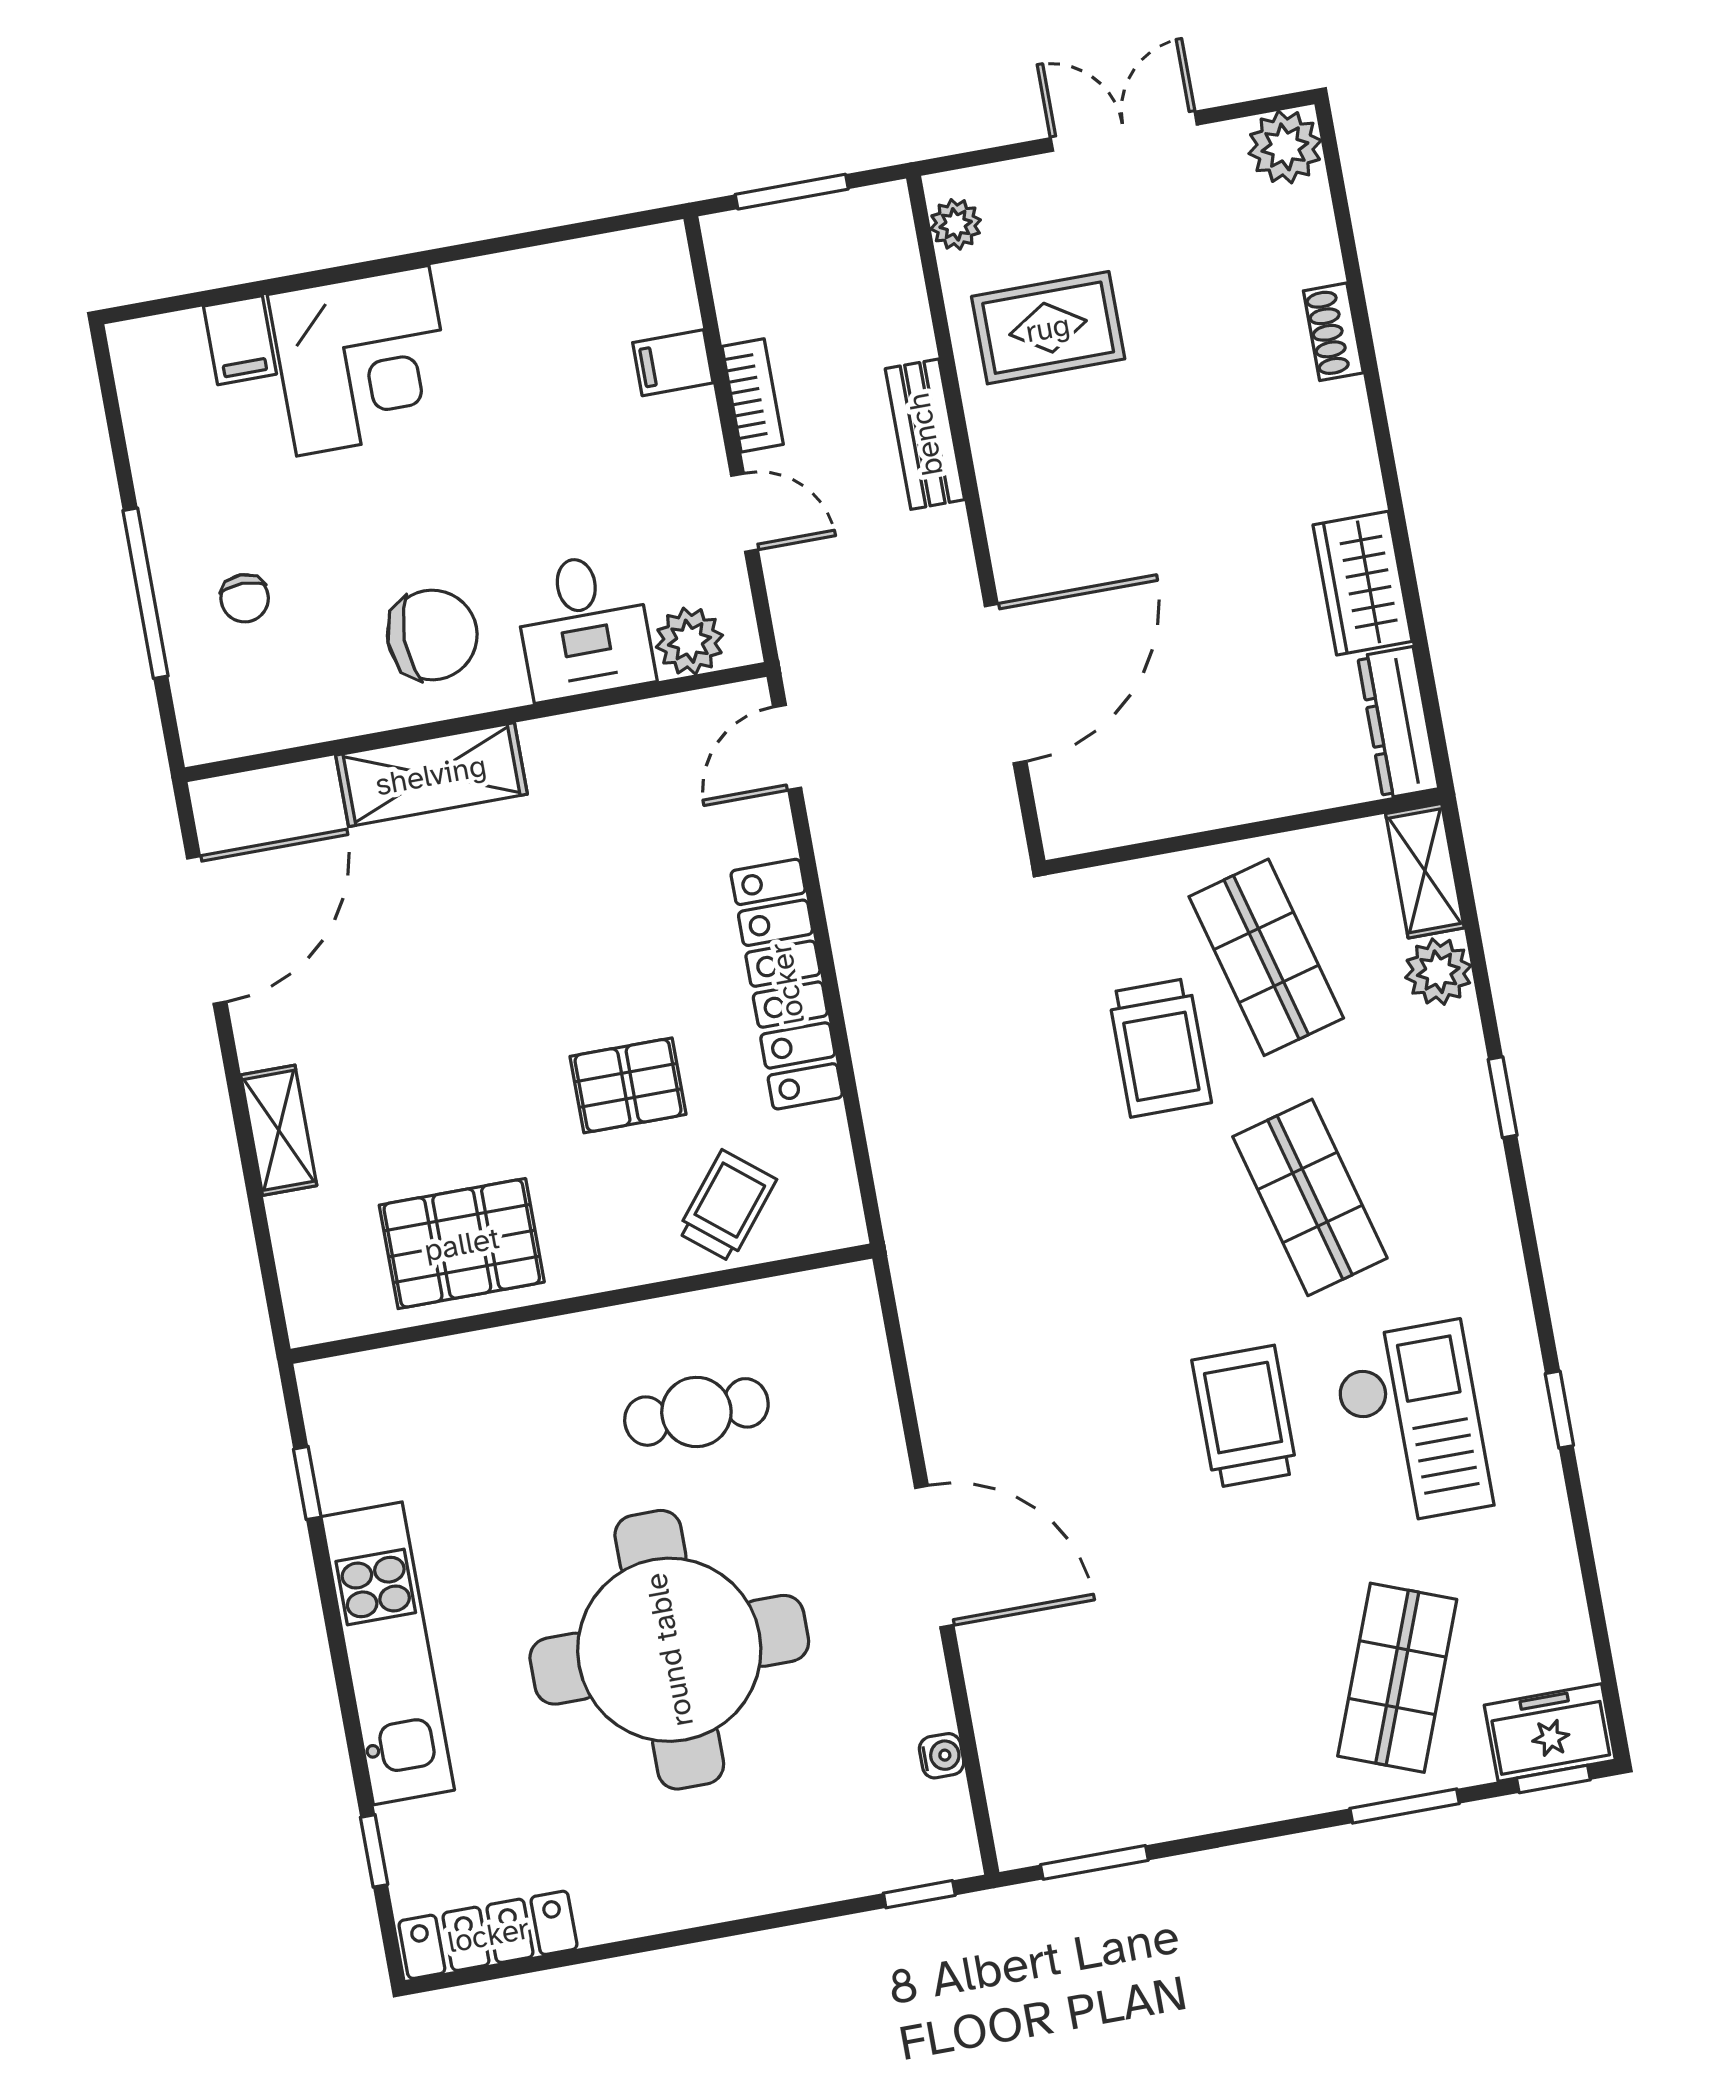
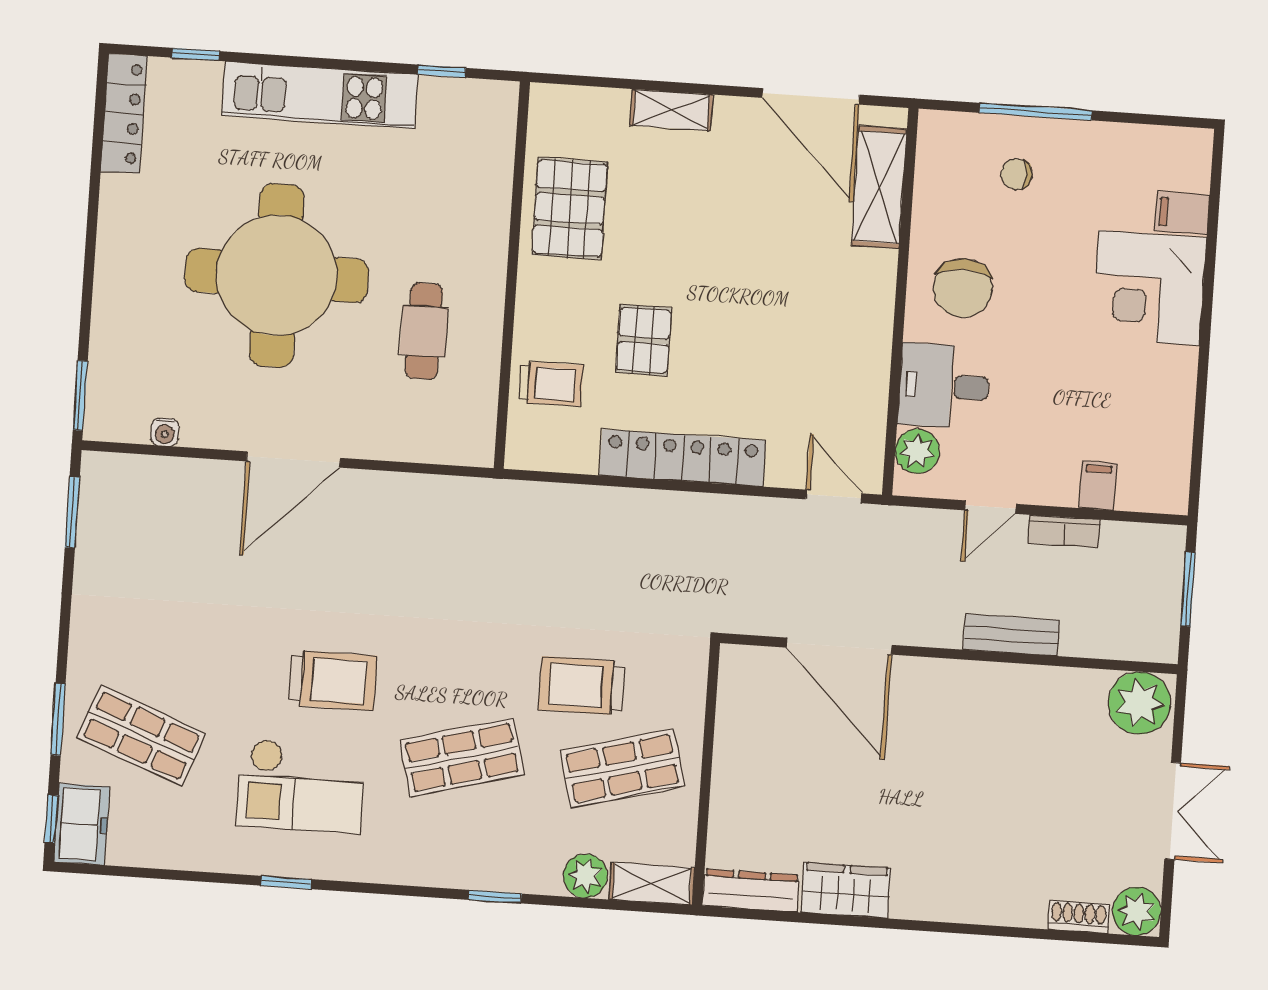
plant: (956, 224) -> (1139, 703), width x1.87, depth x1.87
rug: (1048, 328) -> (1060, 731), removed
shoe rack: (1333, 332) -> (1079, 917), moved
shelving: (431, 775) -> (879, 187), moved
trolley: (727, 1206) -> (551, 384), turned -39
window: (919, 1894) -> (80, 395), width x1.50

